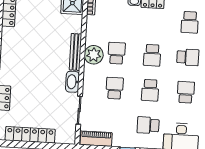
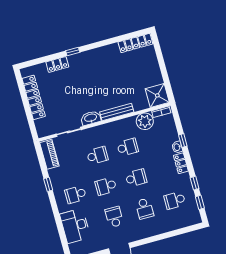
plant: (94, 55) -> (145, 121), moved
school desk: (152, 55) -> (136, 178), turned 180
school desk: (186, 92) -> (114, 217), turned -90
school desk: (148, 125) -> (76, 195), turned -90

